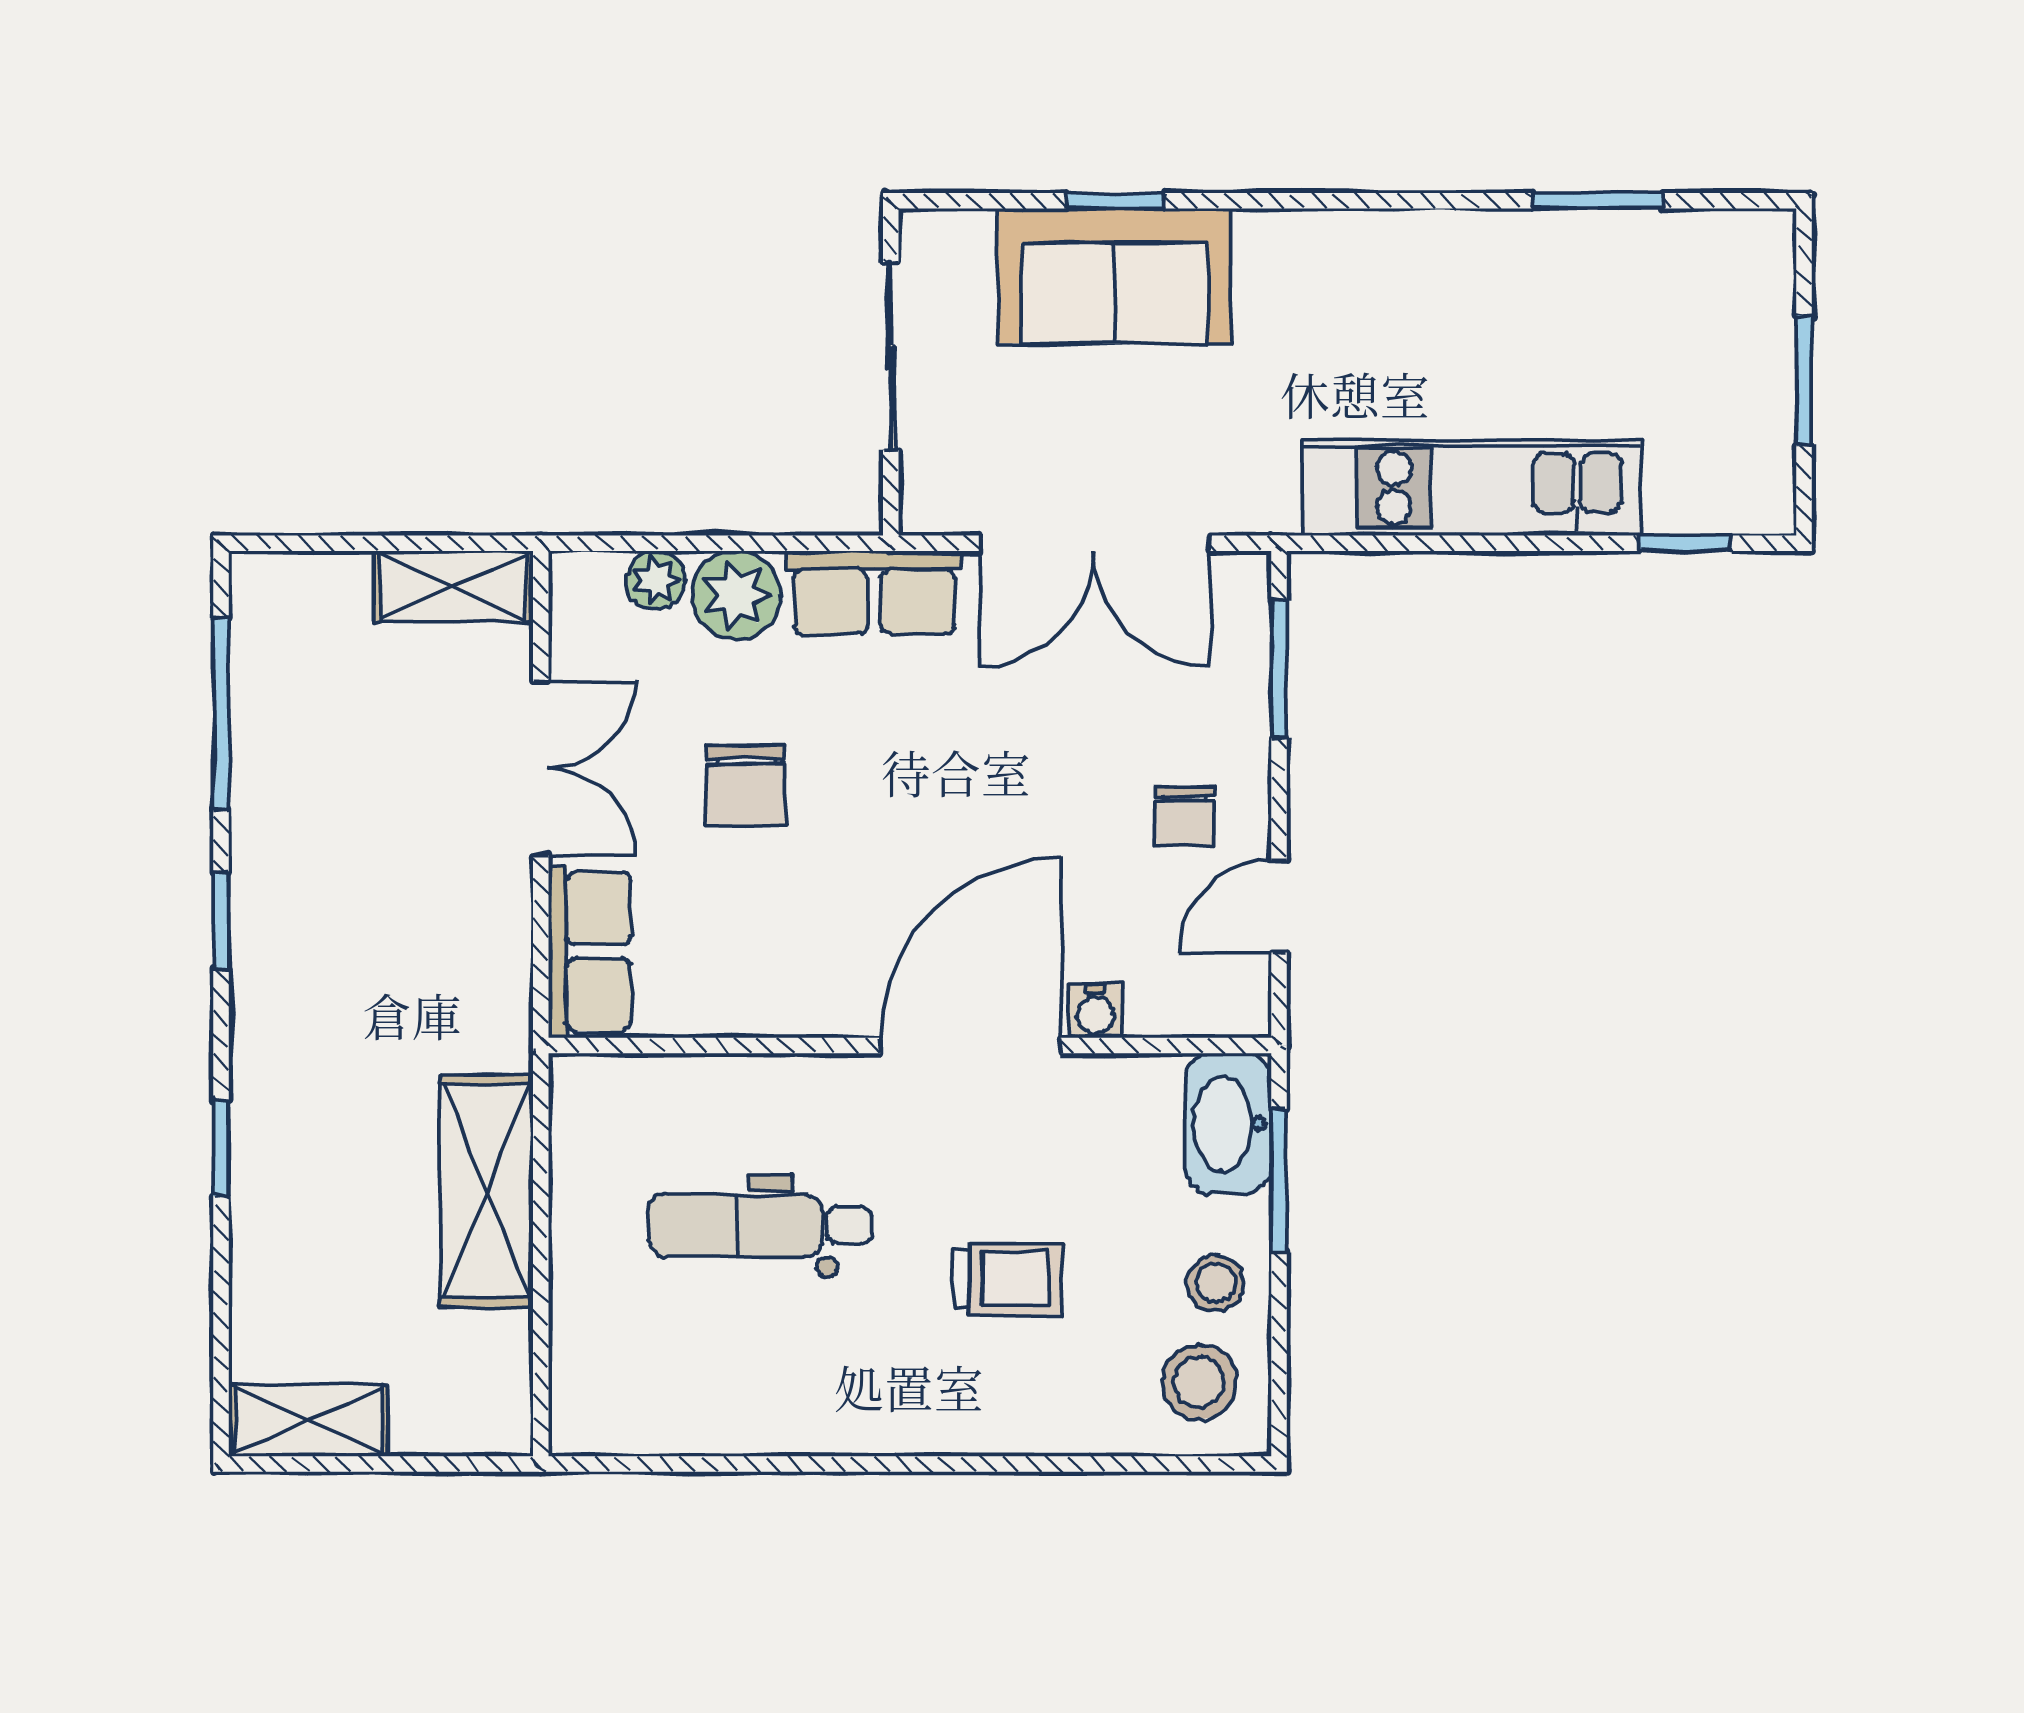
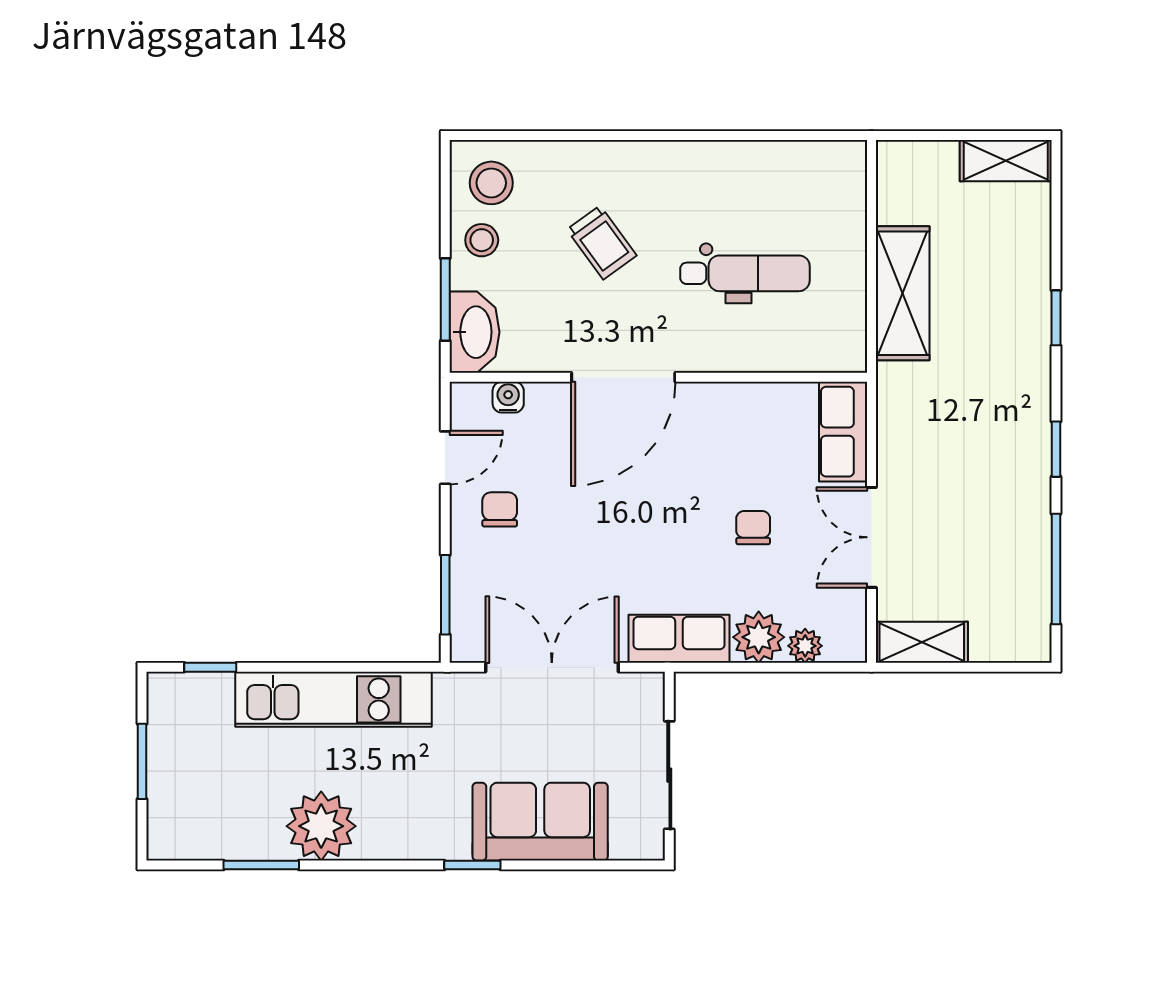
window: (1115, 201) -> (472, 865), moved
plant: (1494, 268) -> (321, 826), added
chair: (746, 785) -> (753, 528), width x0.73, depth x0.73
water cooler: (1095, 1011) -> (508, 397), moved
trolley: (1008, 1279) -> (602, 243), turned -126

